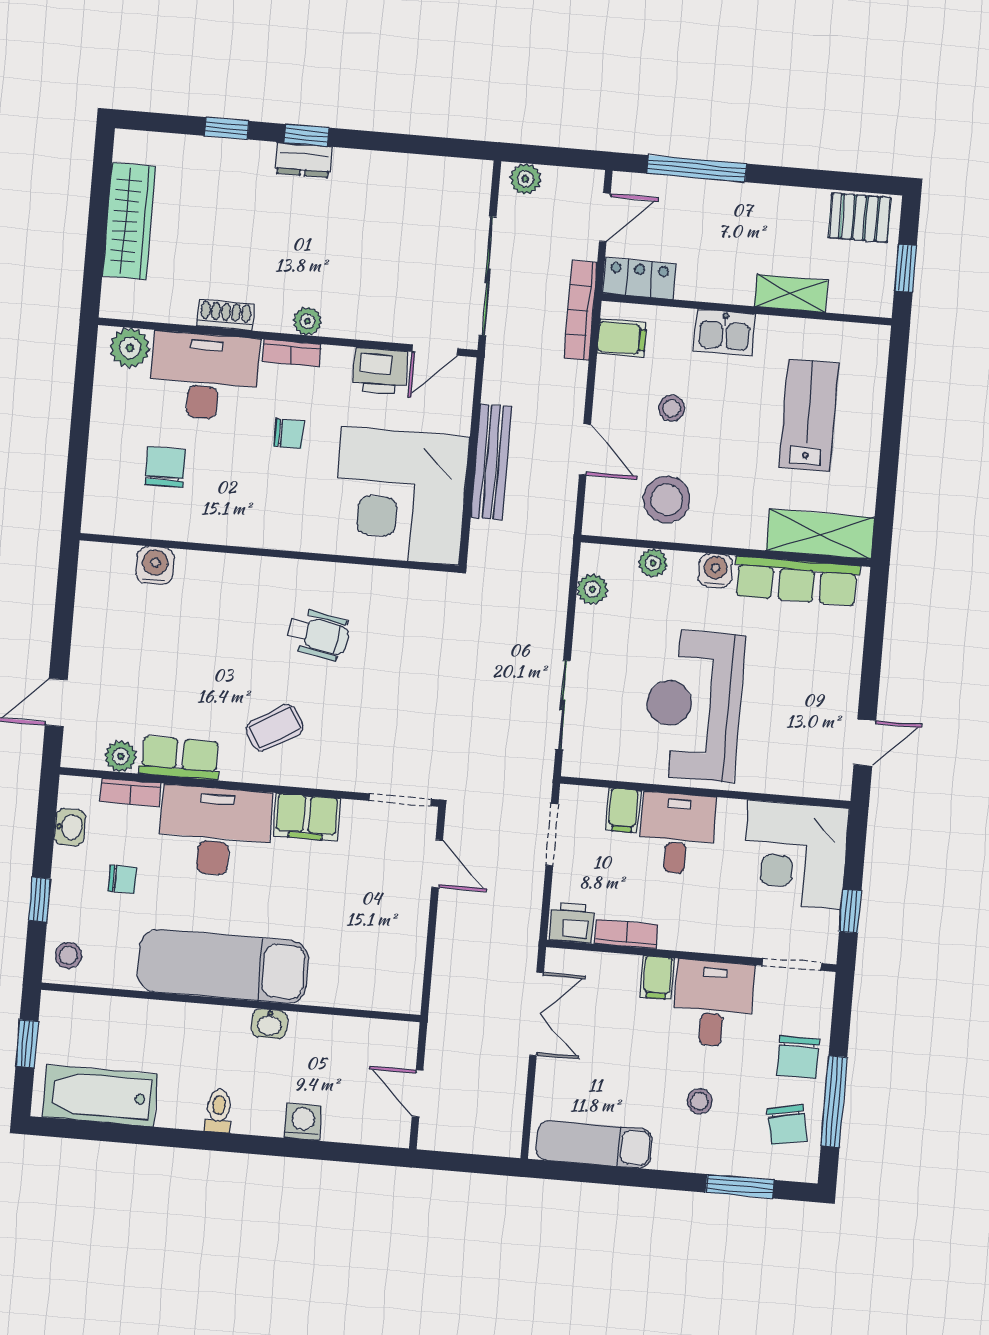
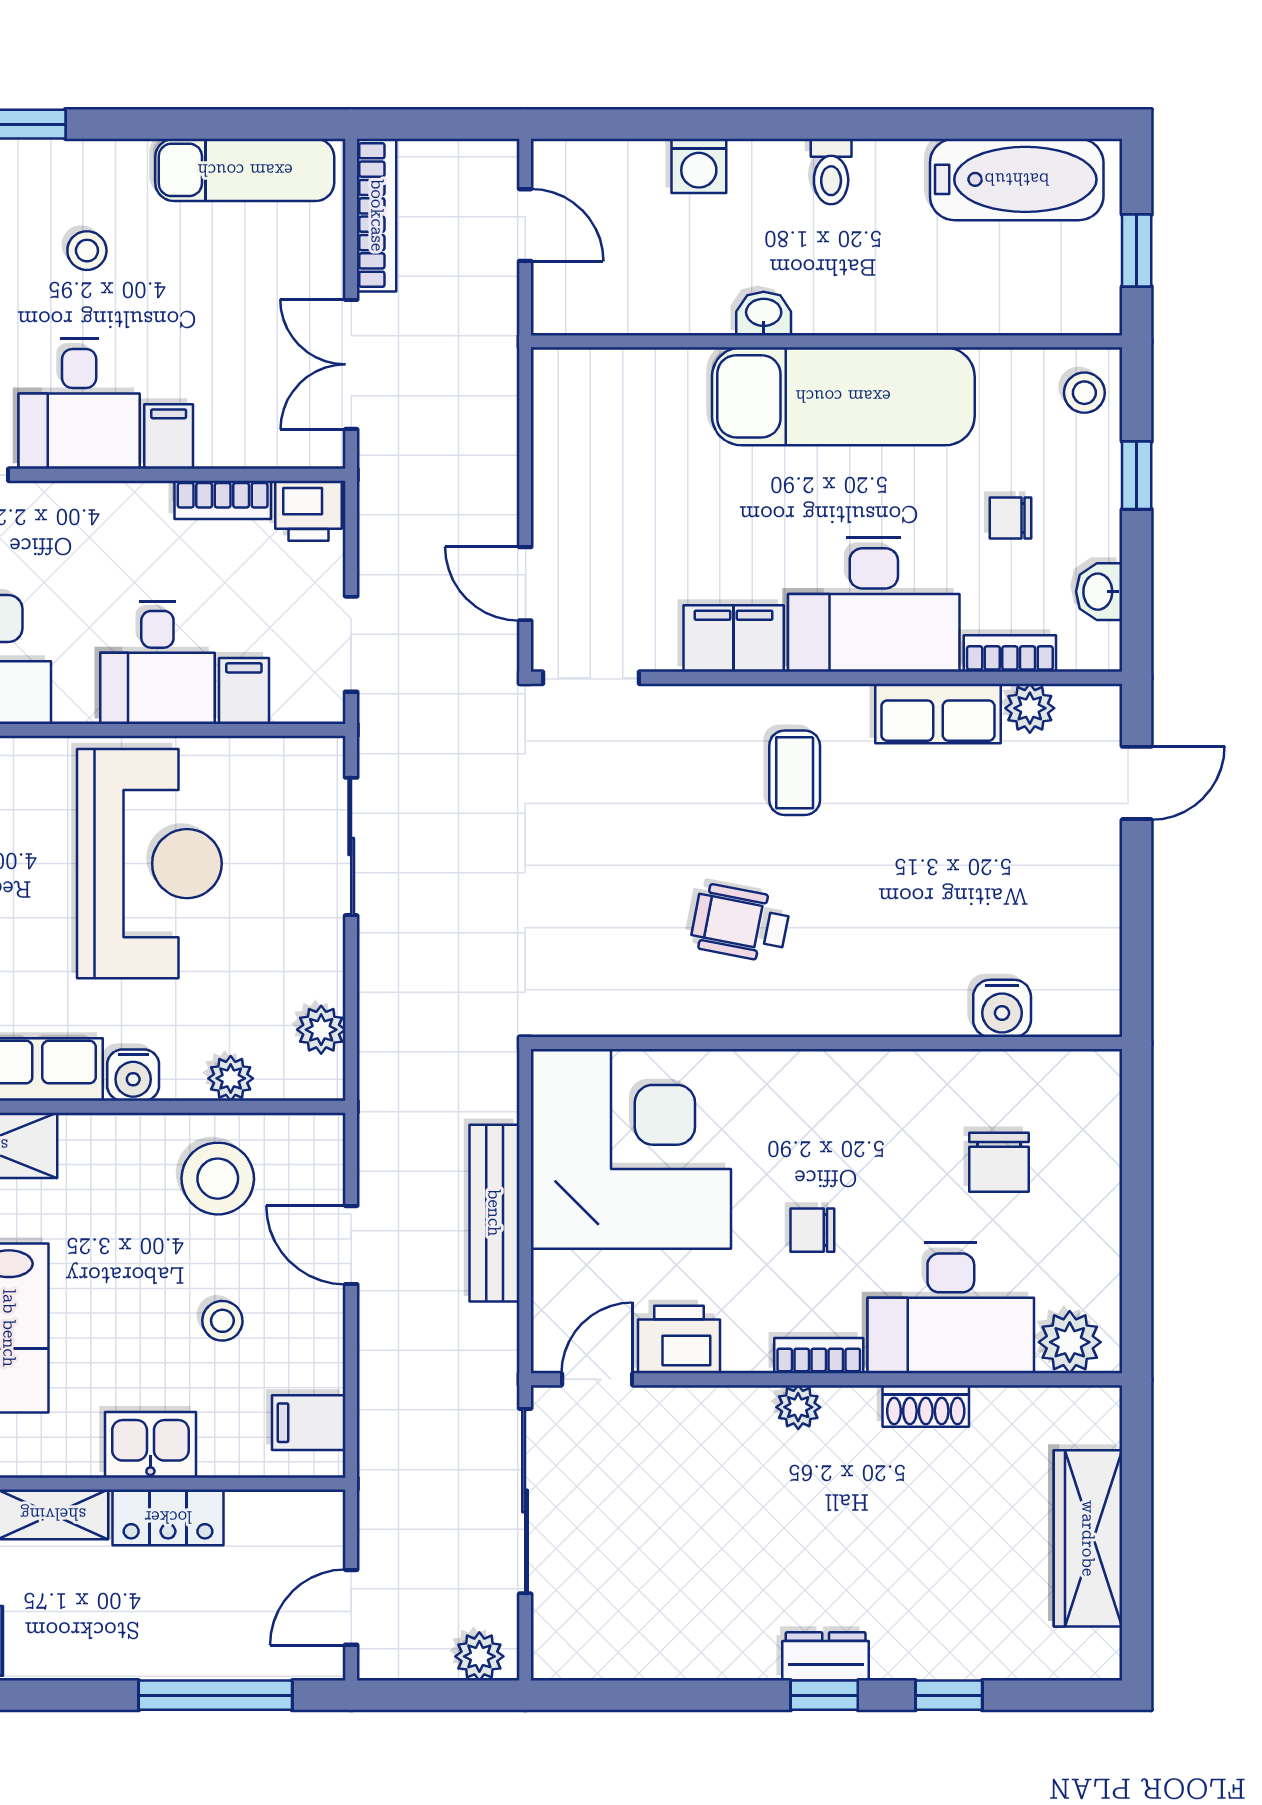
locker: (639, 278) -> (168, 1517), moved
bookcase: (581, 310) -> (377, 215), moved
coffee table: (275, 728) -> (795, 773), turned -60

